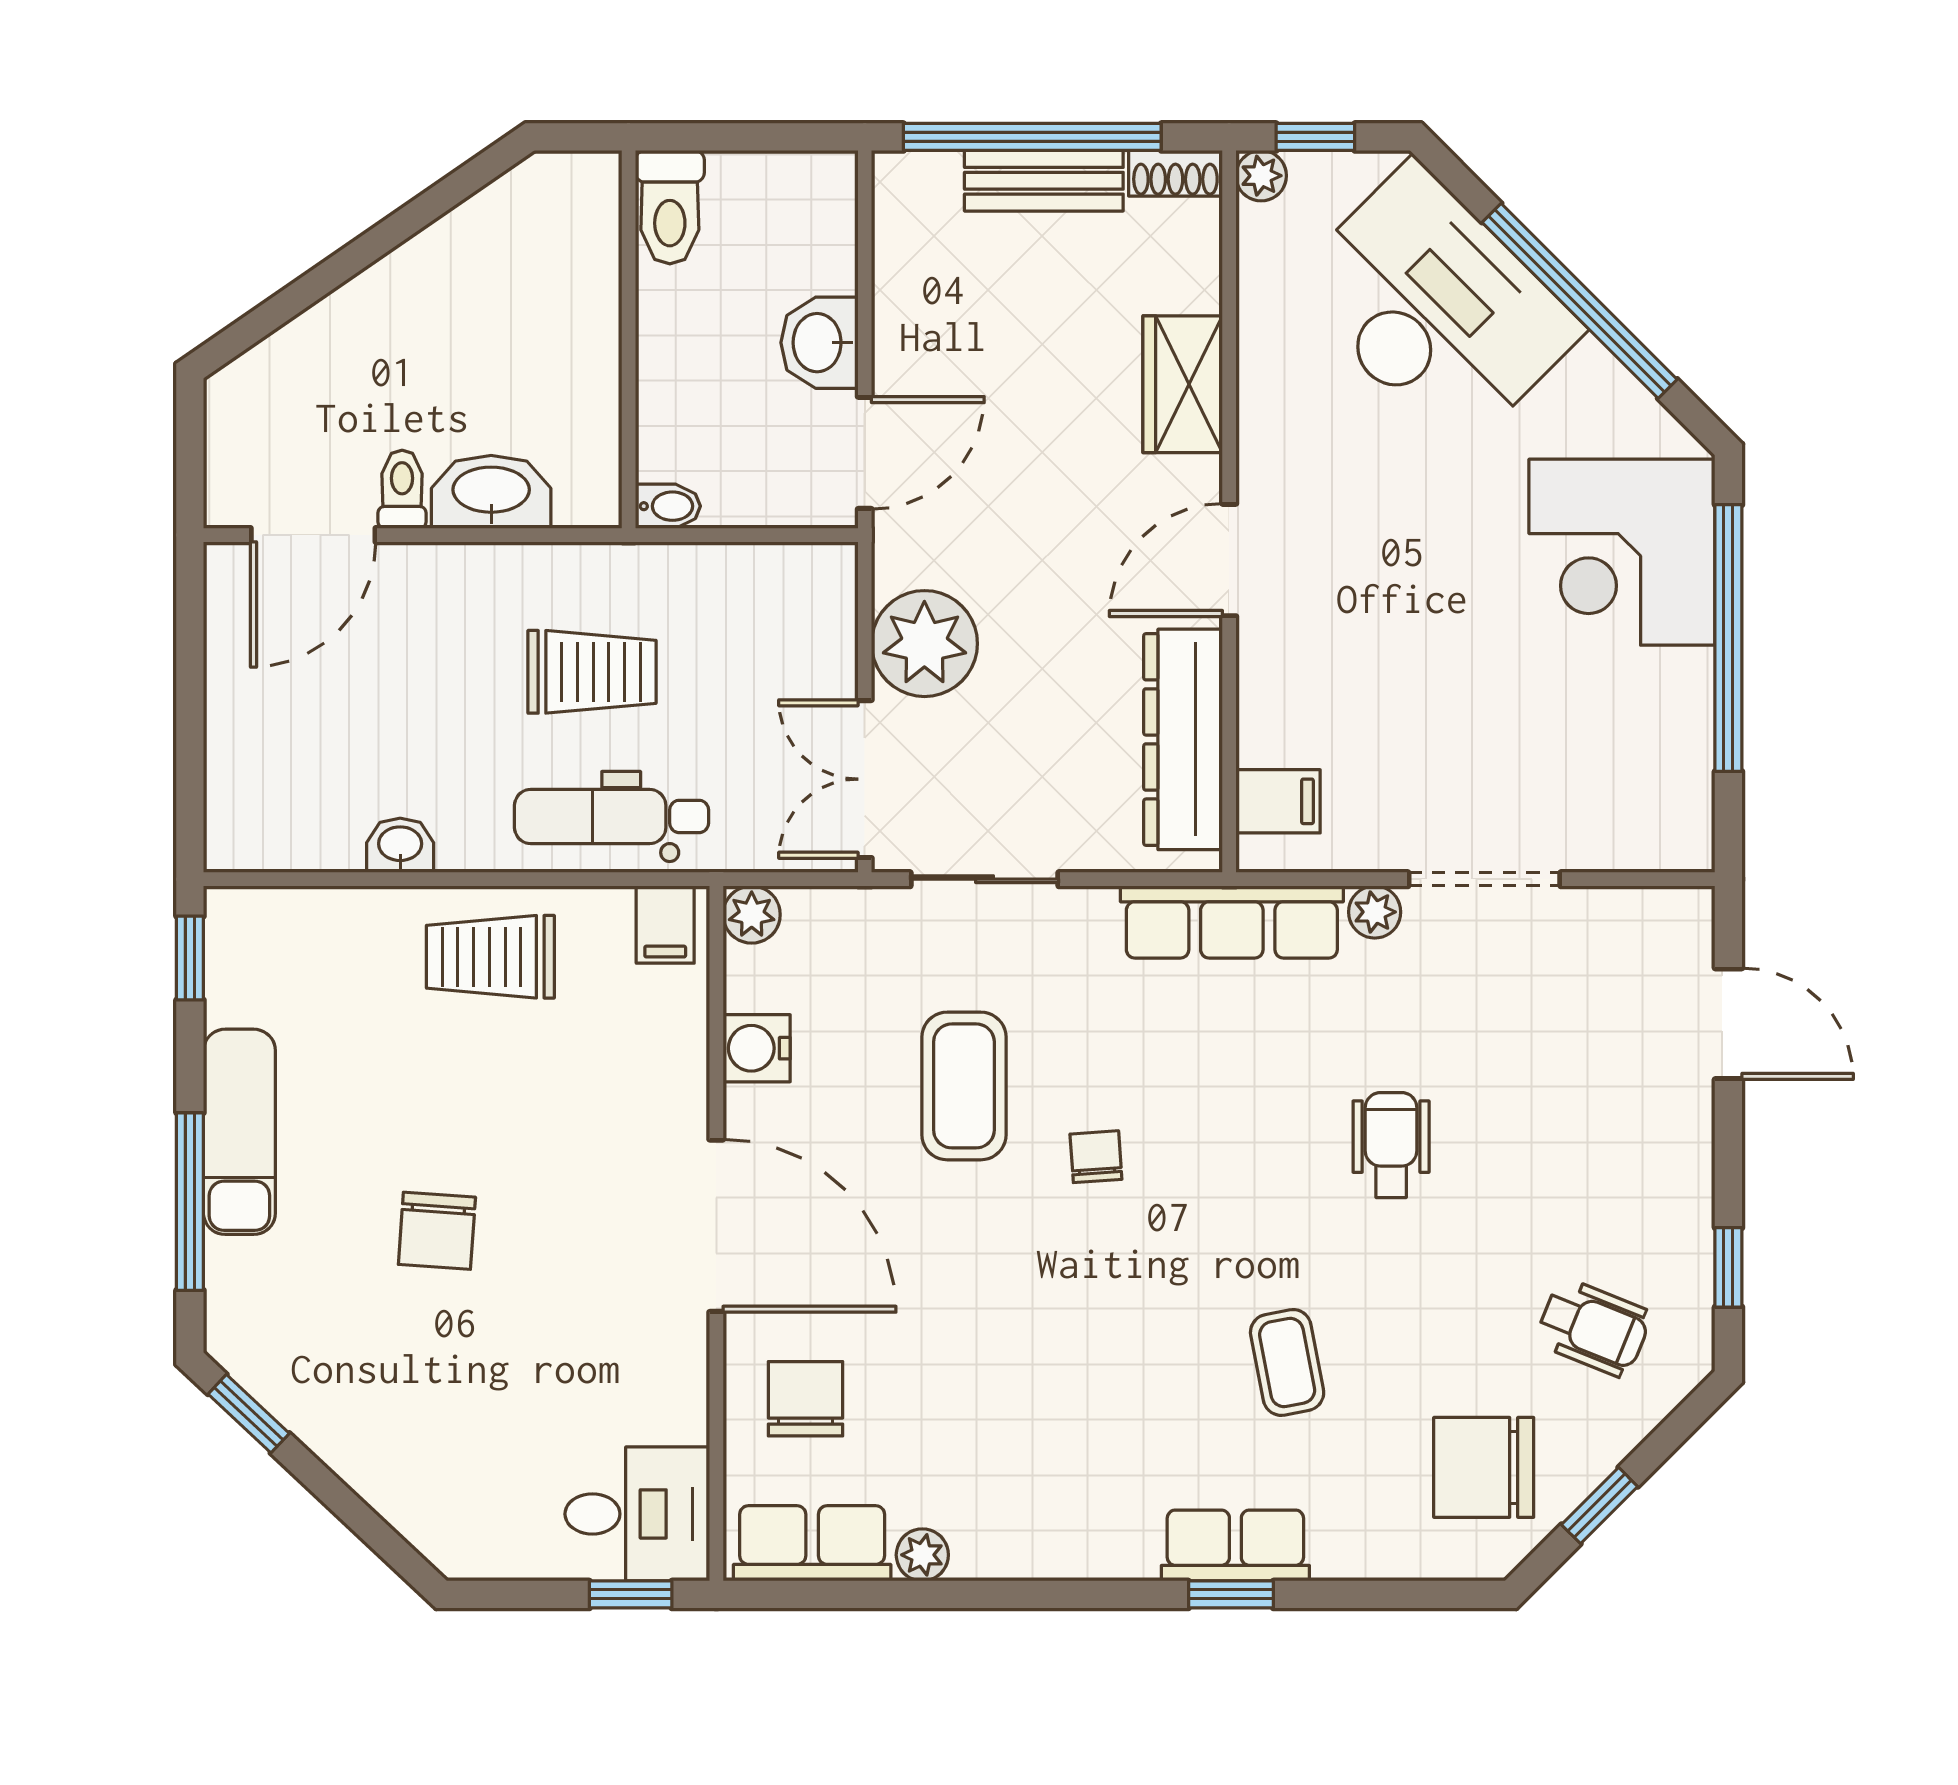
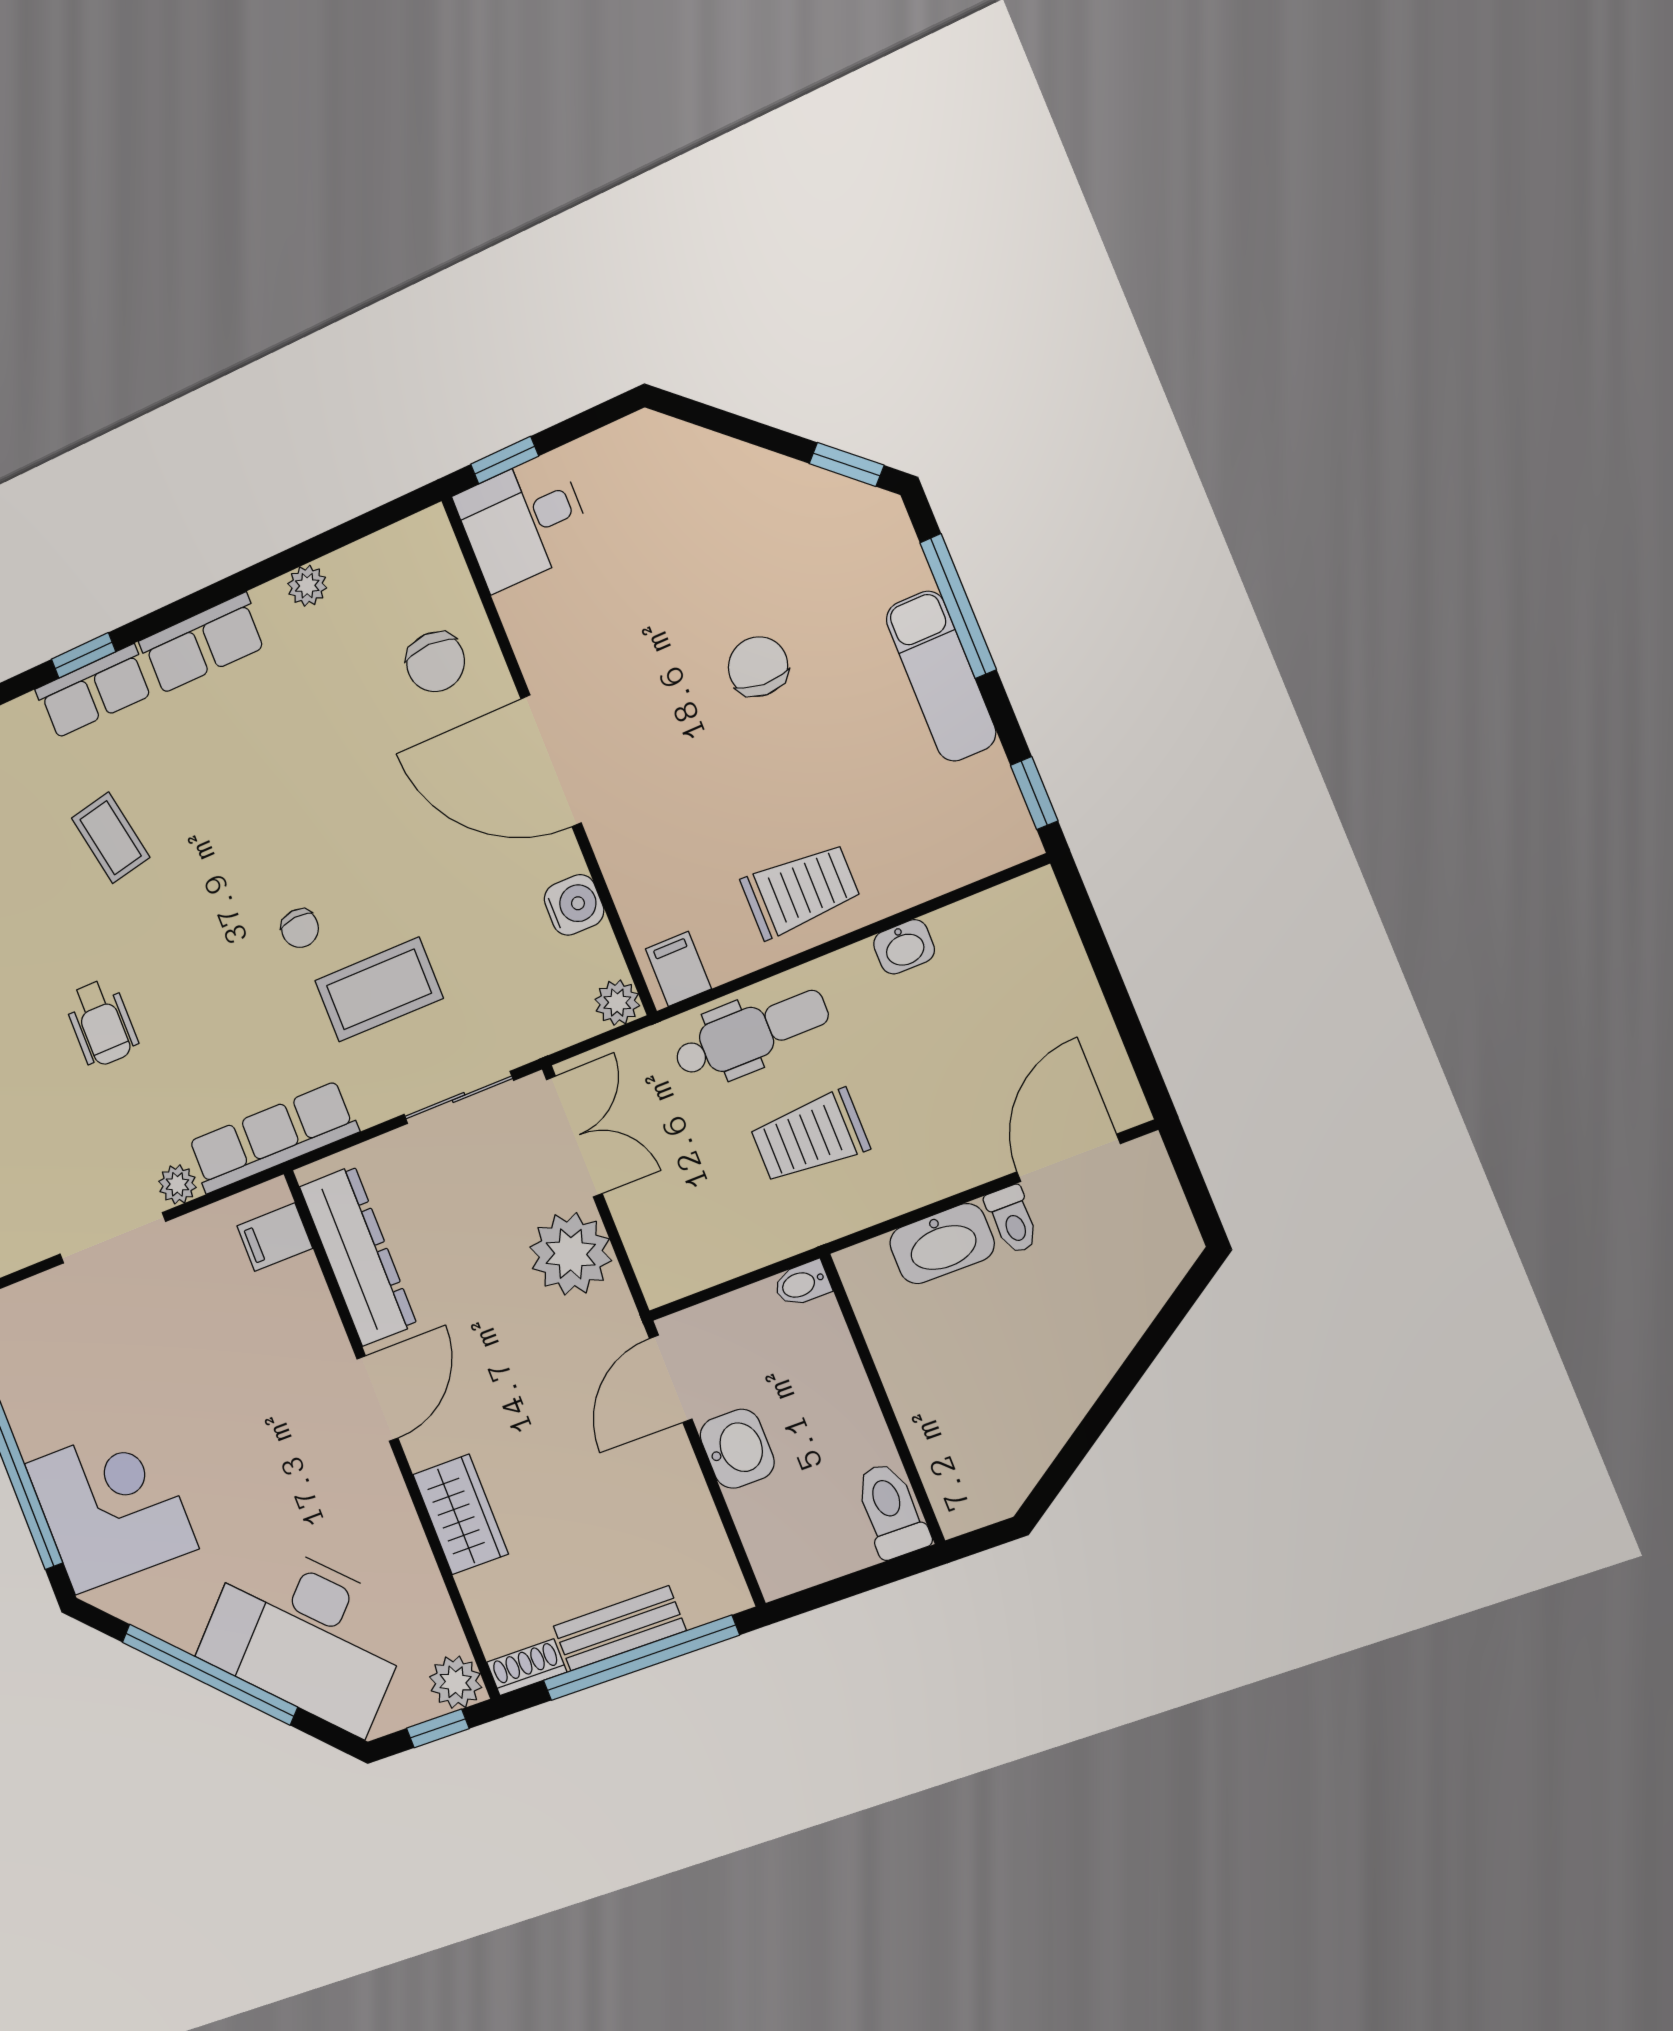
plant: (1261, 176) -> (456, 1682), width x1.38, depth x1.38
coffee table: (964, 1086) -> (379, 989), moved, turned 90
row of seats: (812, 1543) -> (203, 644), moved

